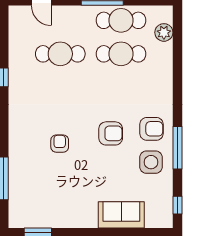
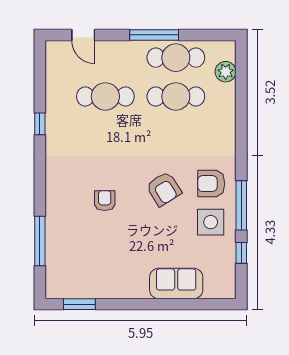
armchair: (152, 129) -> (211, 184), turned 180
armchair: (111, 133) -> (164, 189), turned 58
window: (177, 205) -> (241, 253), moved

